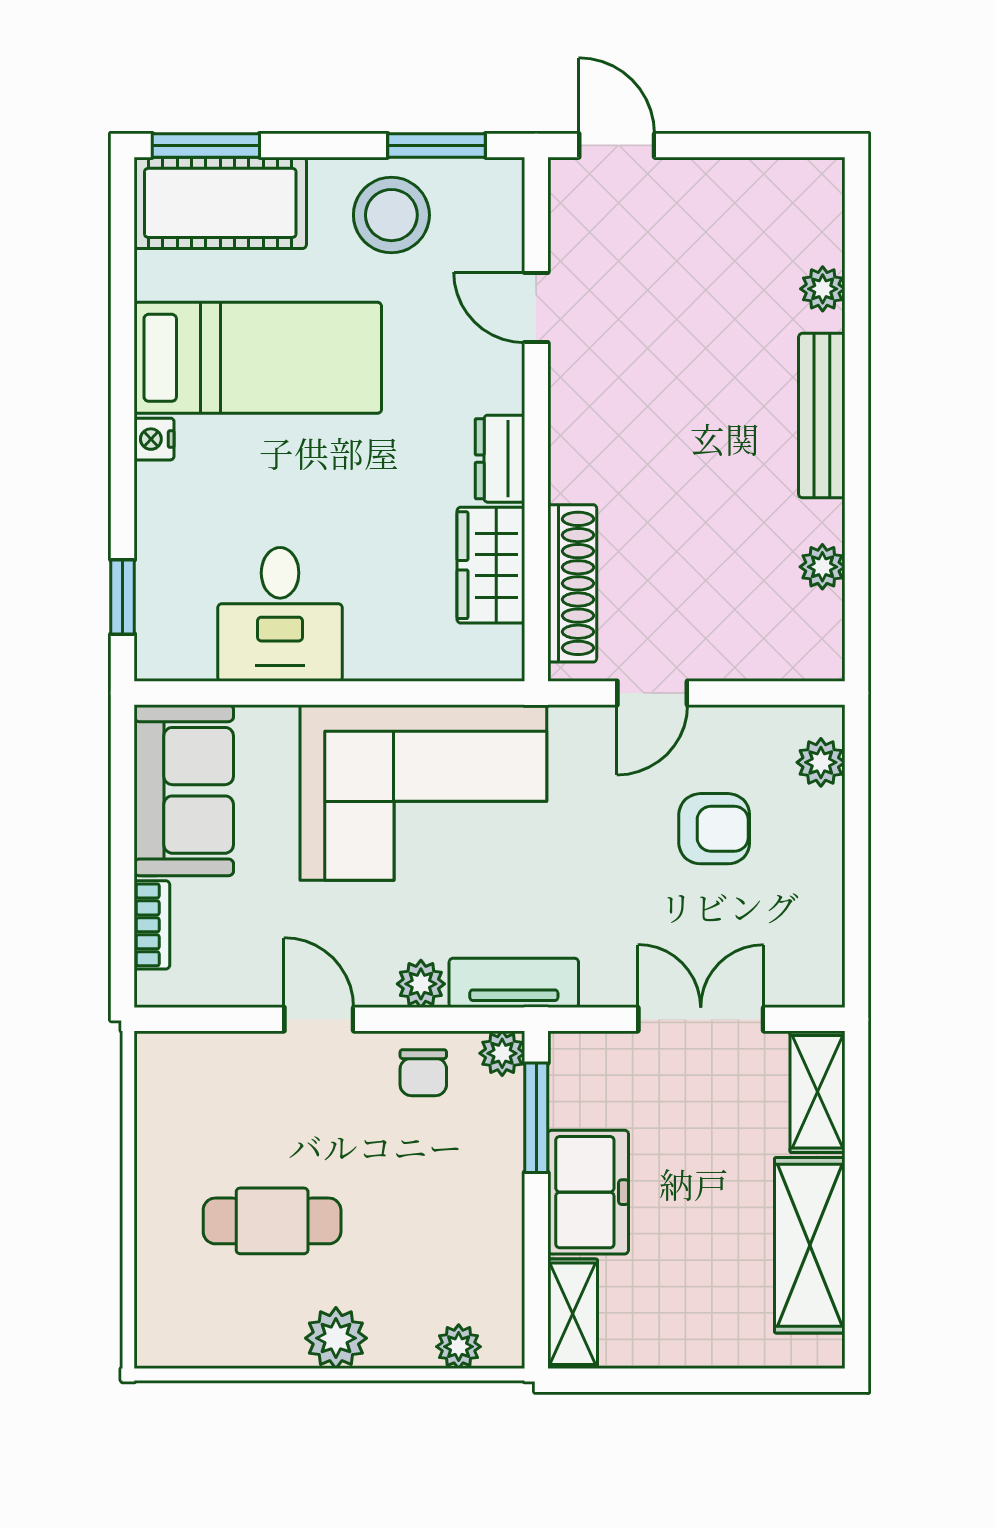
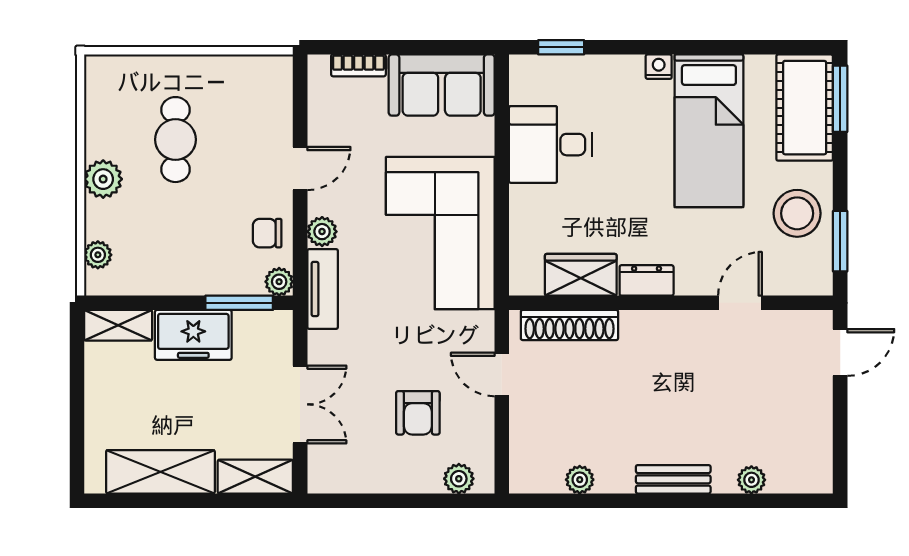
bench: (822, 416) -> (673, 479), width x0.73

